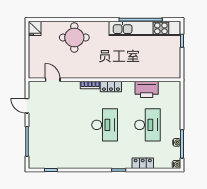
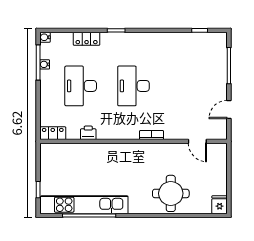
locker: (111, 86) -> (53, 133), moved
printer: (147, 89) -> (88, 133), width x0.53, depth x0.68
door: (27, 106) -> (229, 109), swing flipped

